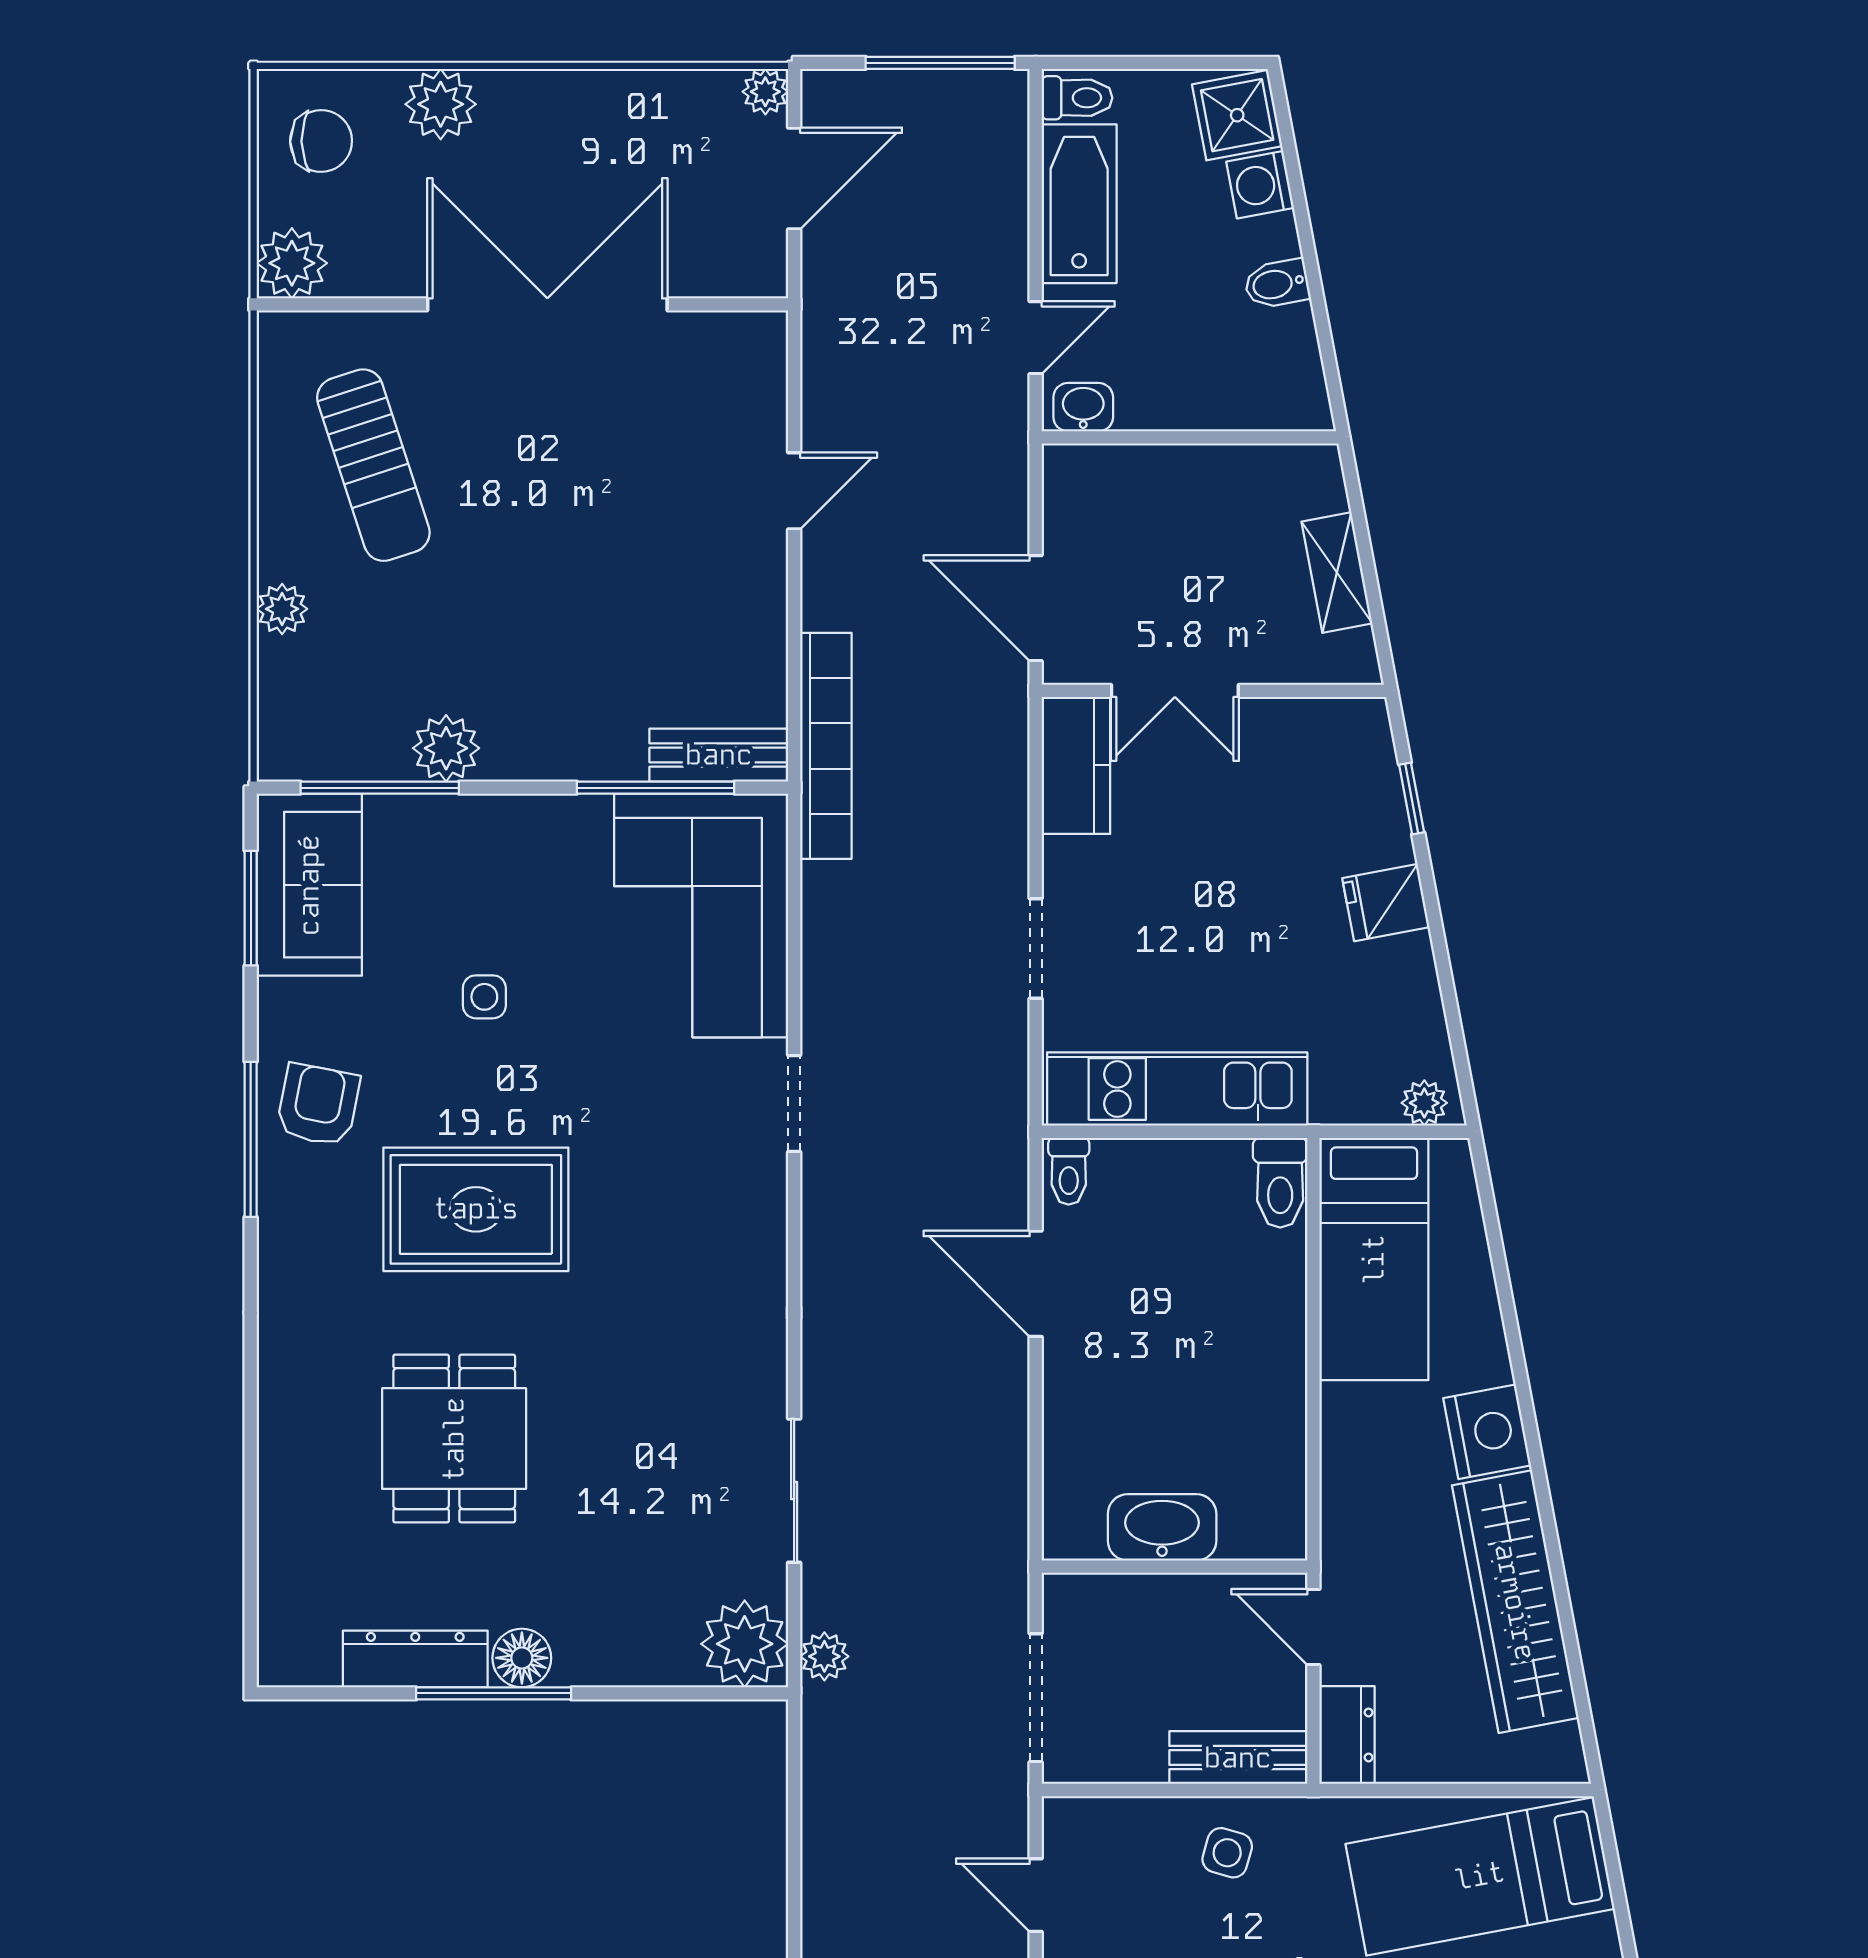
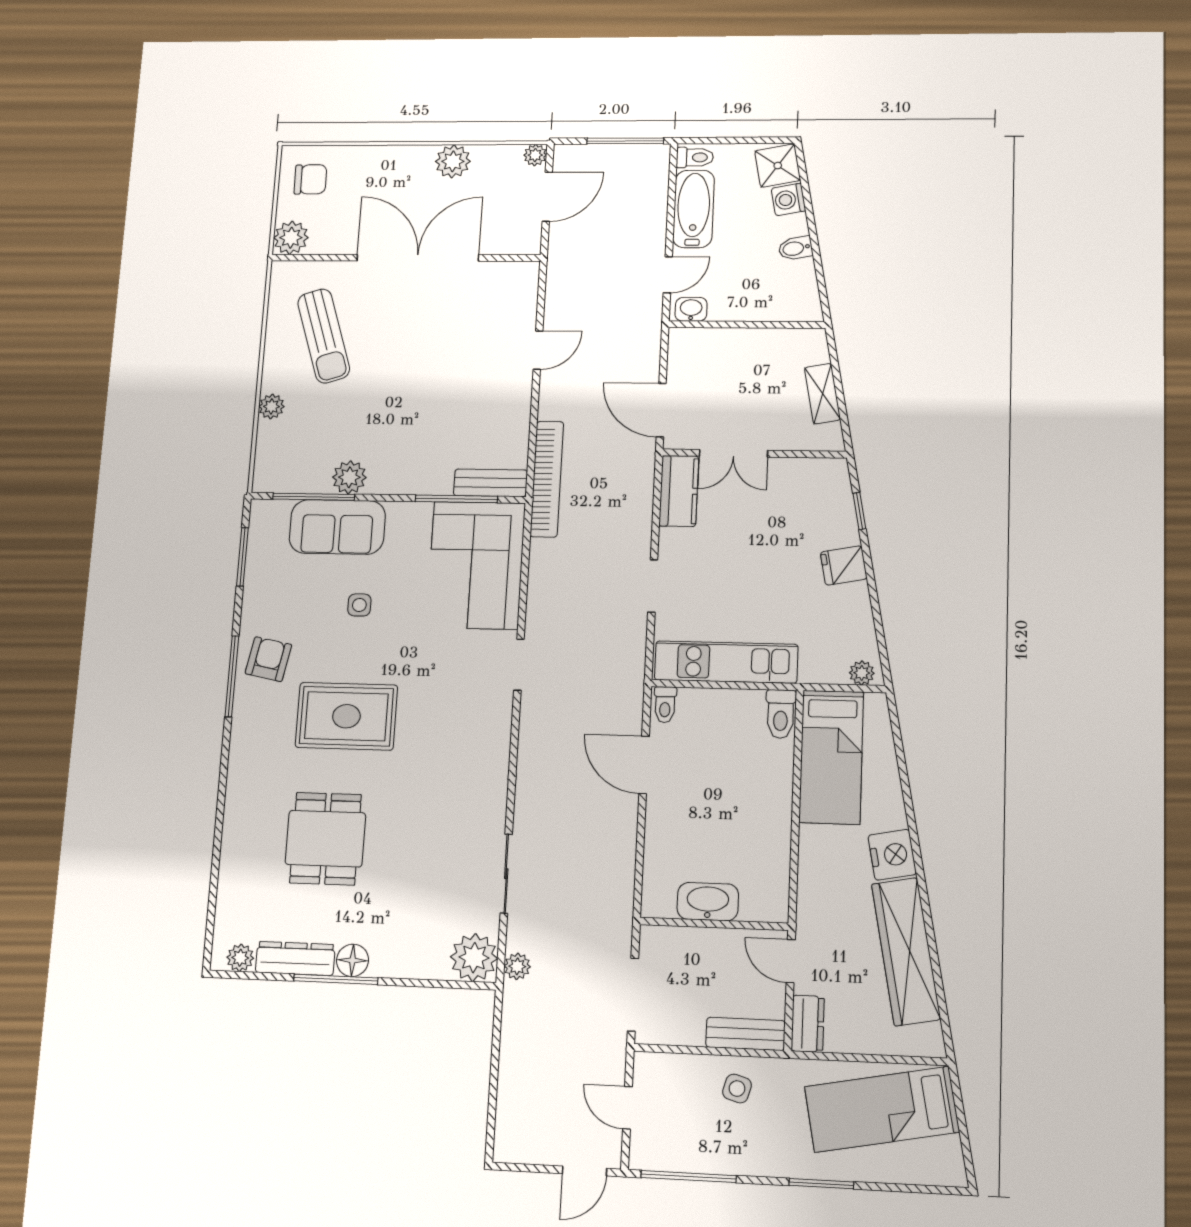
plant: (441, 104) -> (453, 161), moved
sofa: (309, 885) -> (337, 527), moved, turned 90
plant: (313, 1662) -> (240, 958), added

